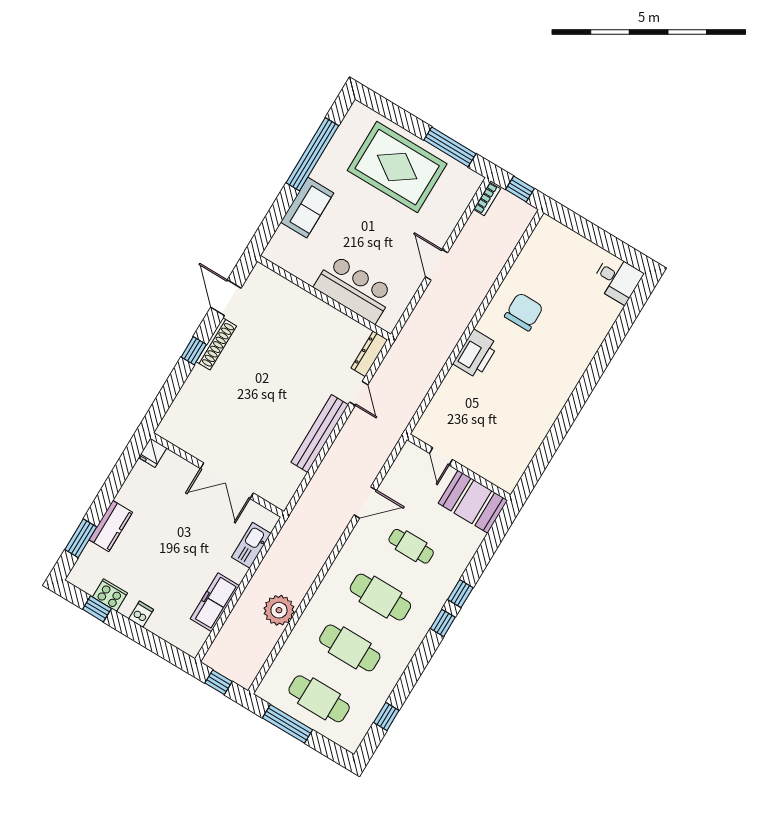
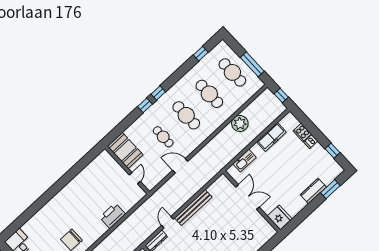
printer: (476, 354) -> (113, 216), moved
fridge: (153, 453) -> (280, 217), width x1.88, depth x1.34
cooker: (110, 595) -> (302, 132), moved

